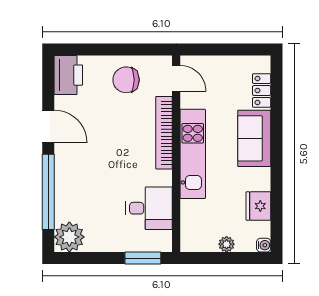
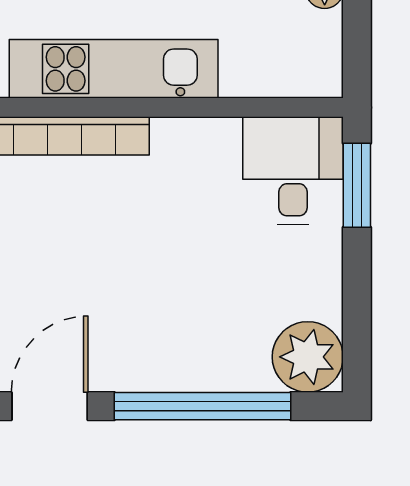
desk: (149, 208) -> (293, 171), moved

